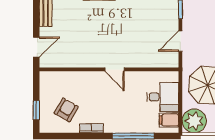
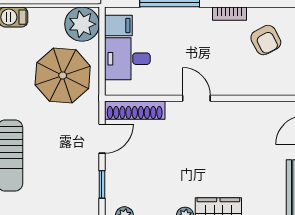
shoe rack: (158, 61) -> (135, 110), added
armchair: (66, 110) -> (266, 40), turned -58

